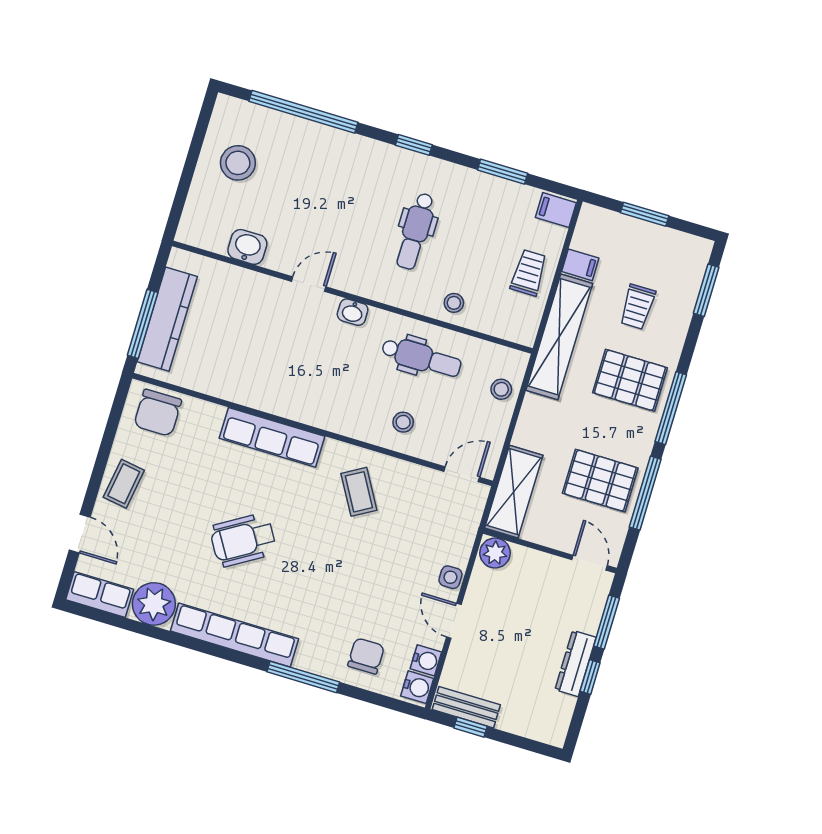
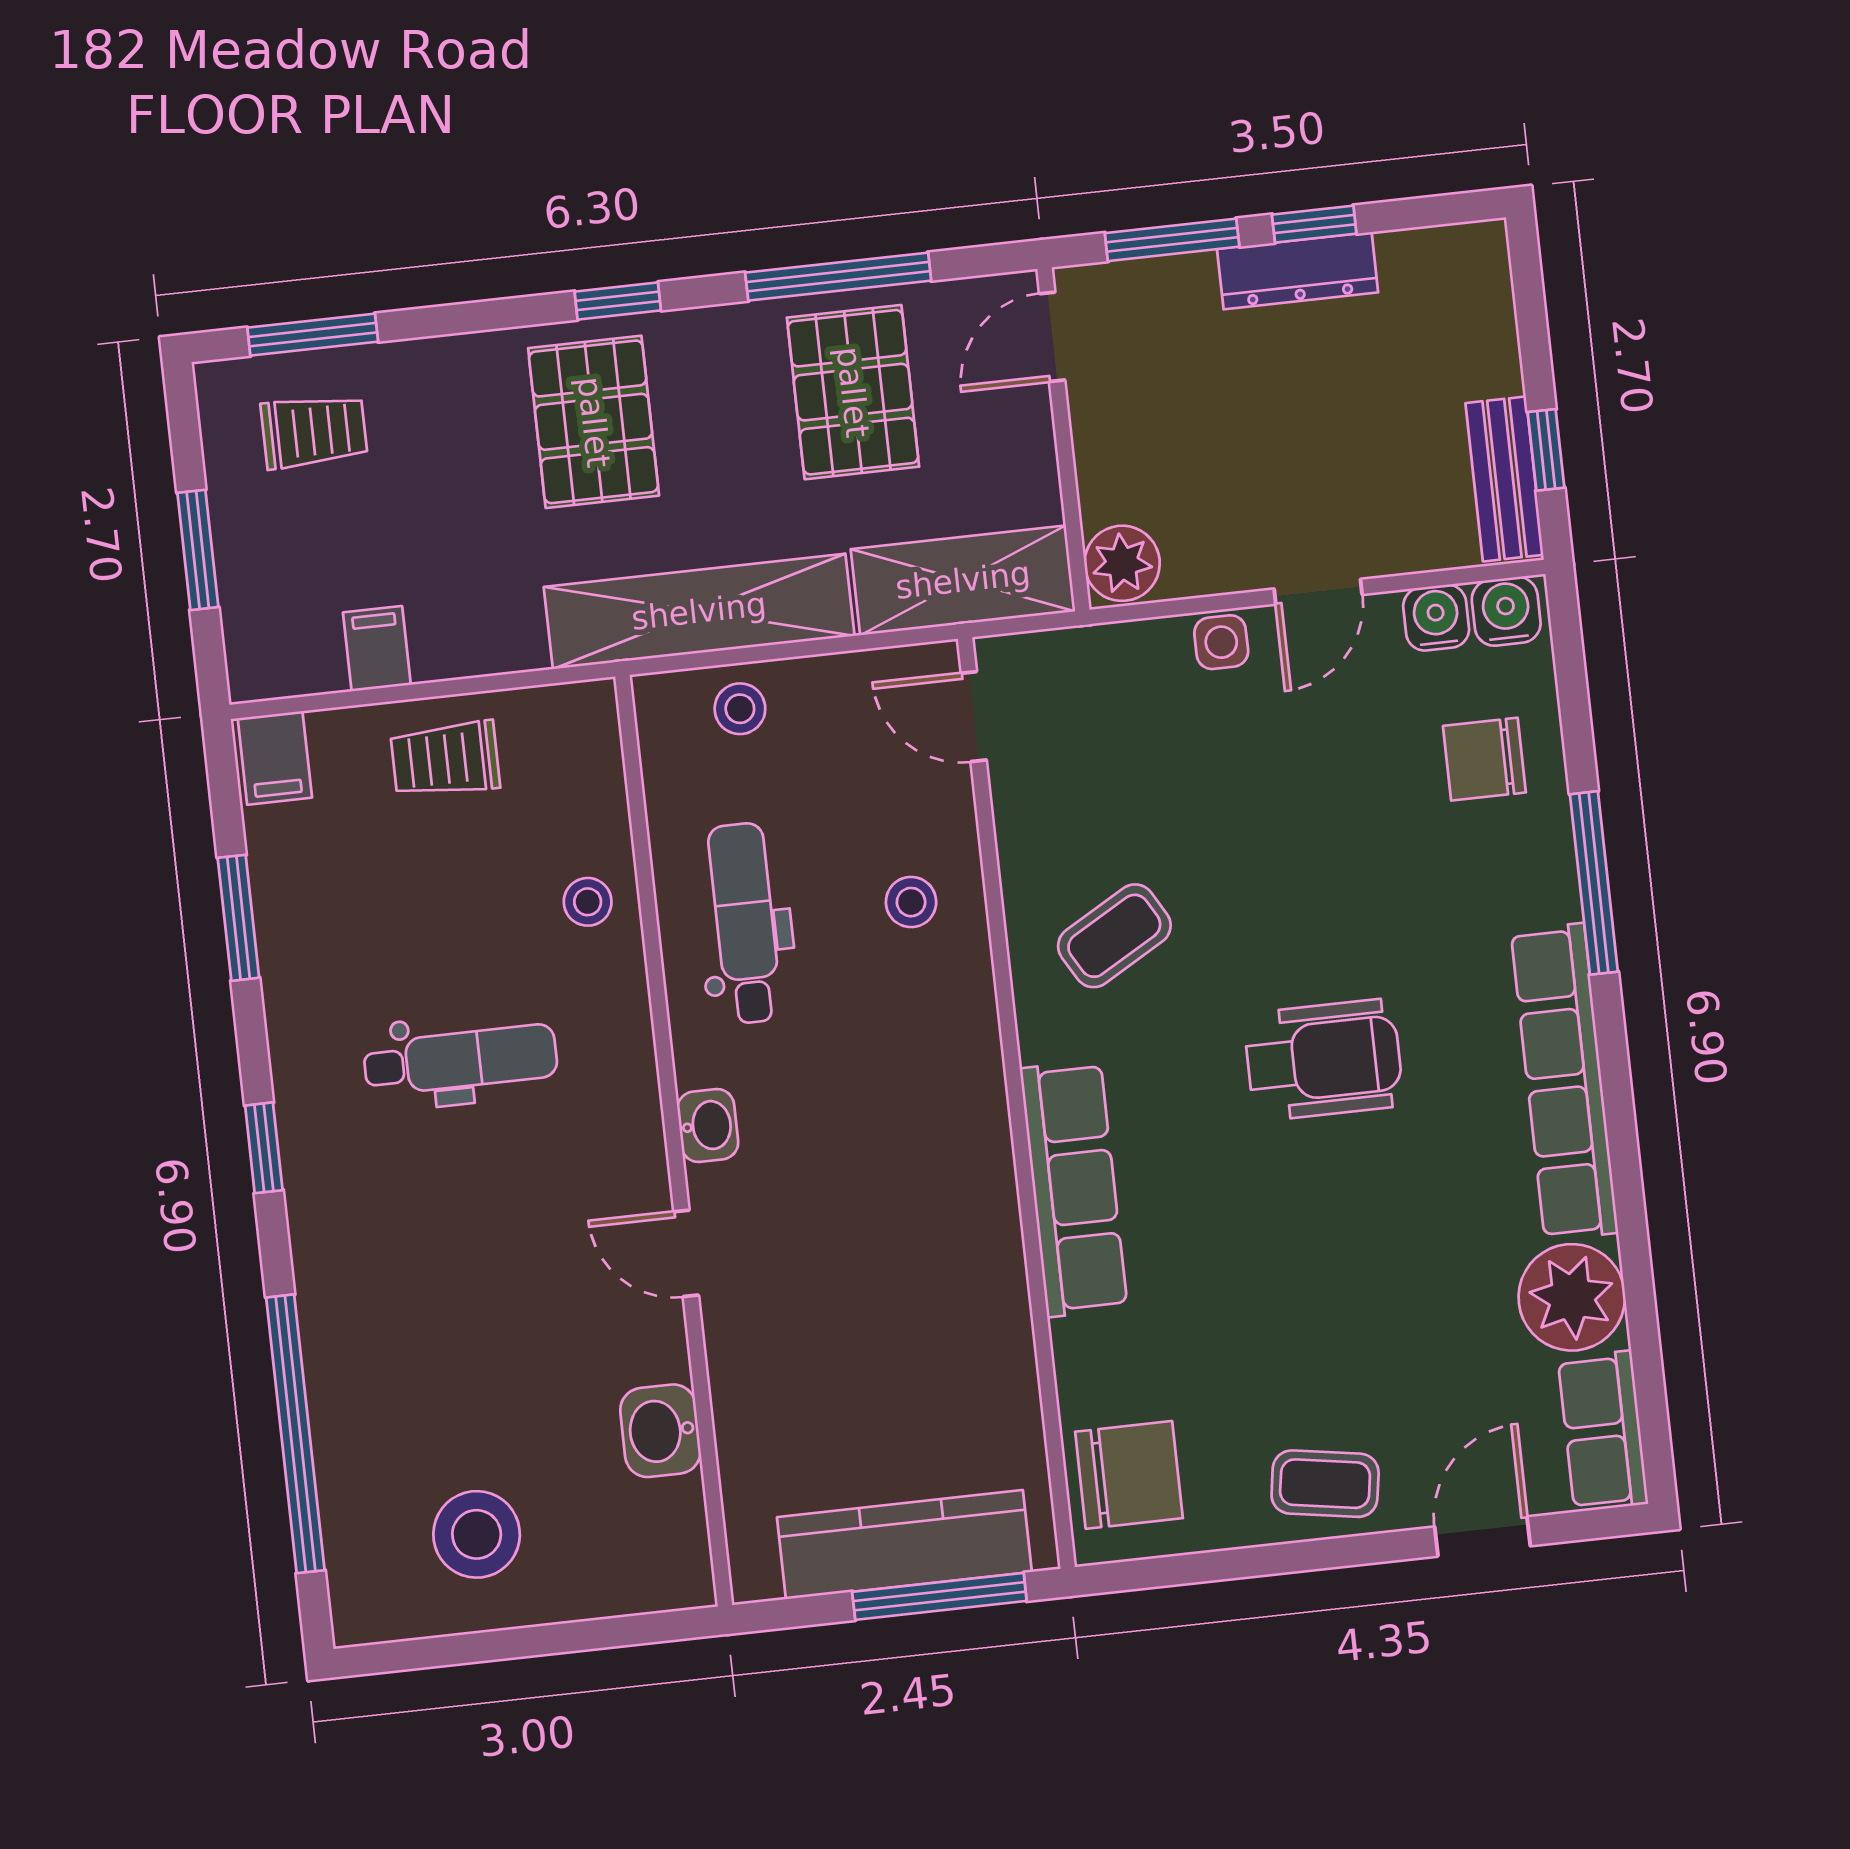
trolley: (637, 307) -> (314, 431), moved
shelving: (559, 337) -> (699, 611), moved
window: (671, 408) -> (618, 301), width x0.46
wheelchair: (243, 540) -> (1324, 1060), moved, turned -59

